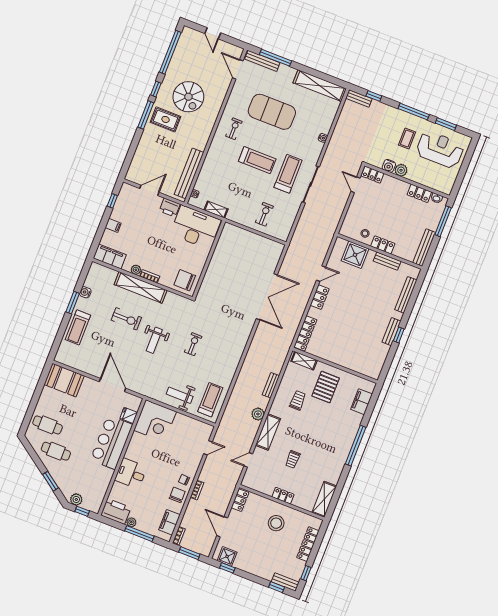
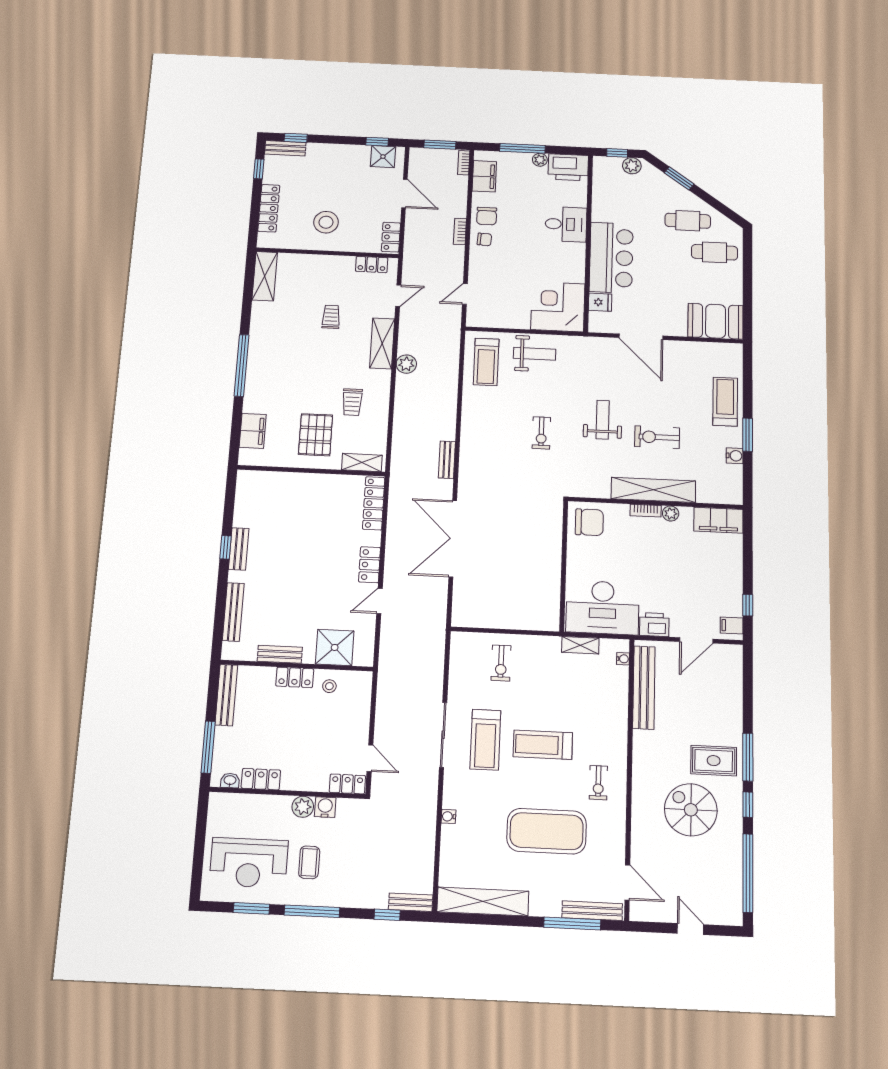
filing cabinet: (113, 225) -> (732, 625), moved
bench: (271, 385) -> (447, 460), moved
locker: (283, 496) -> (372, 264), moved

